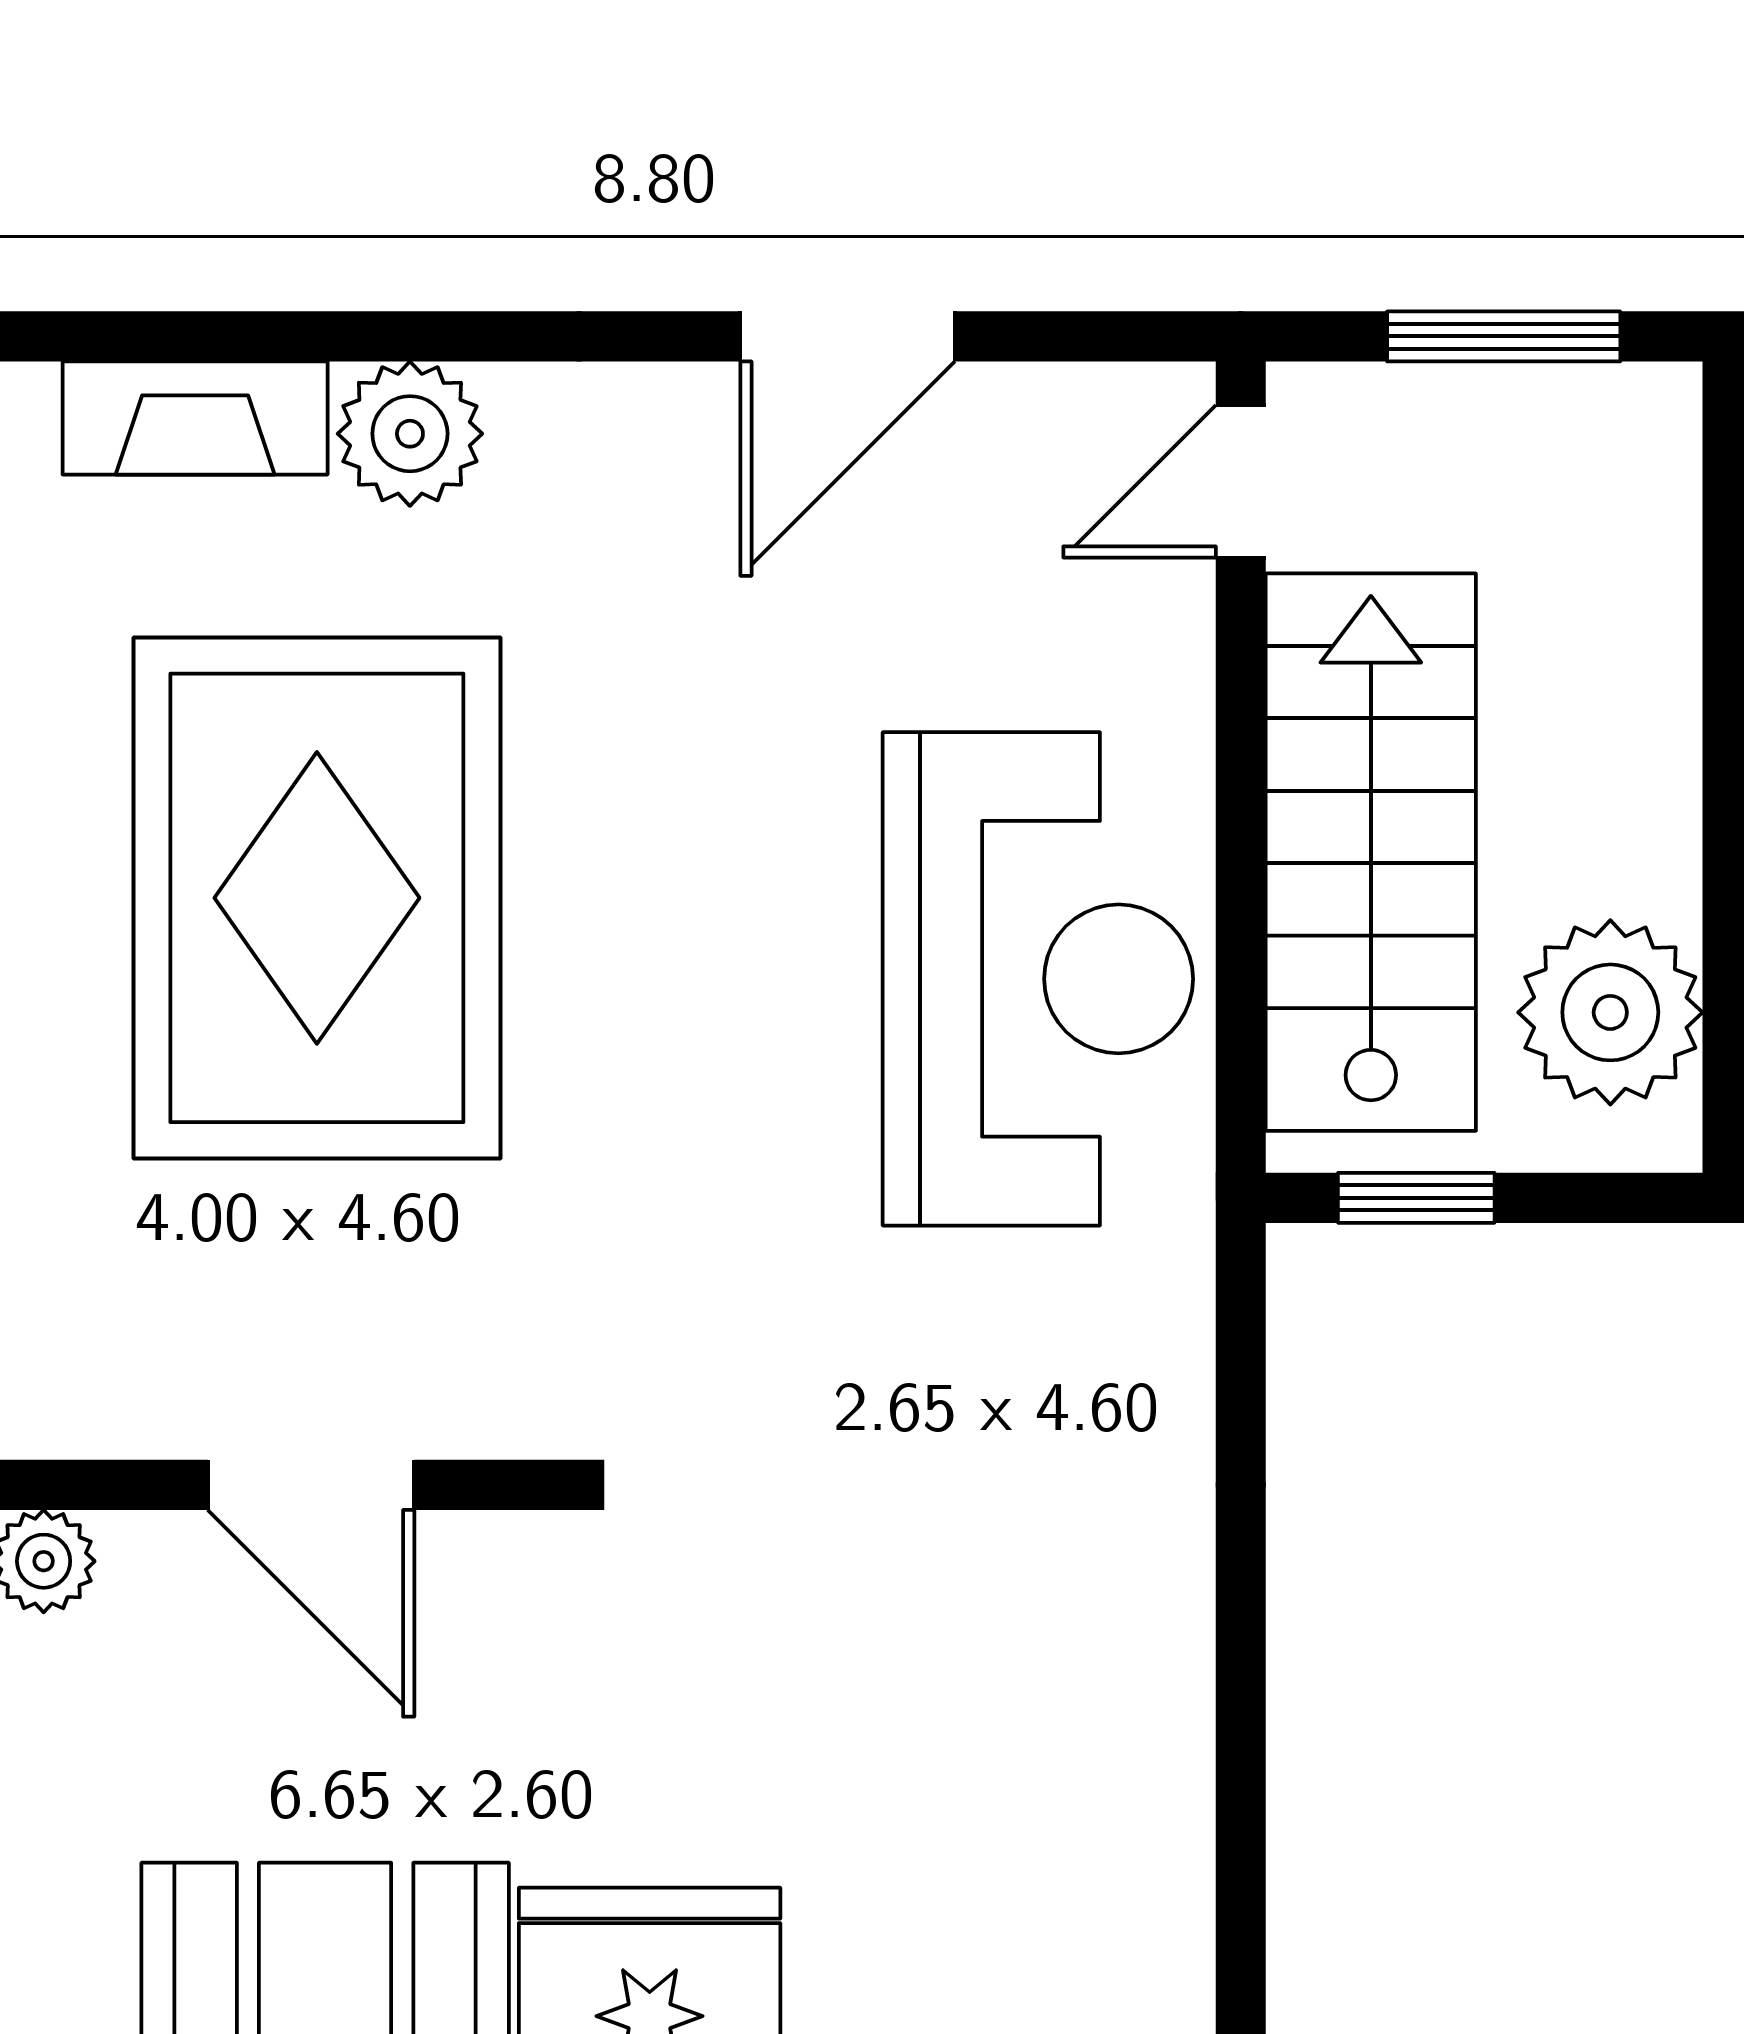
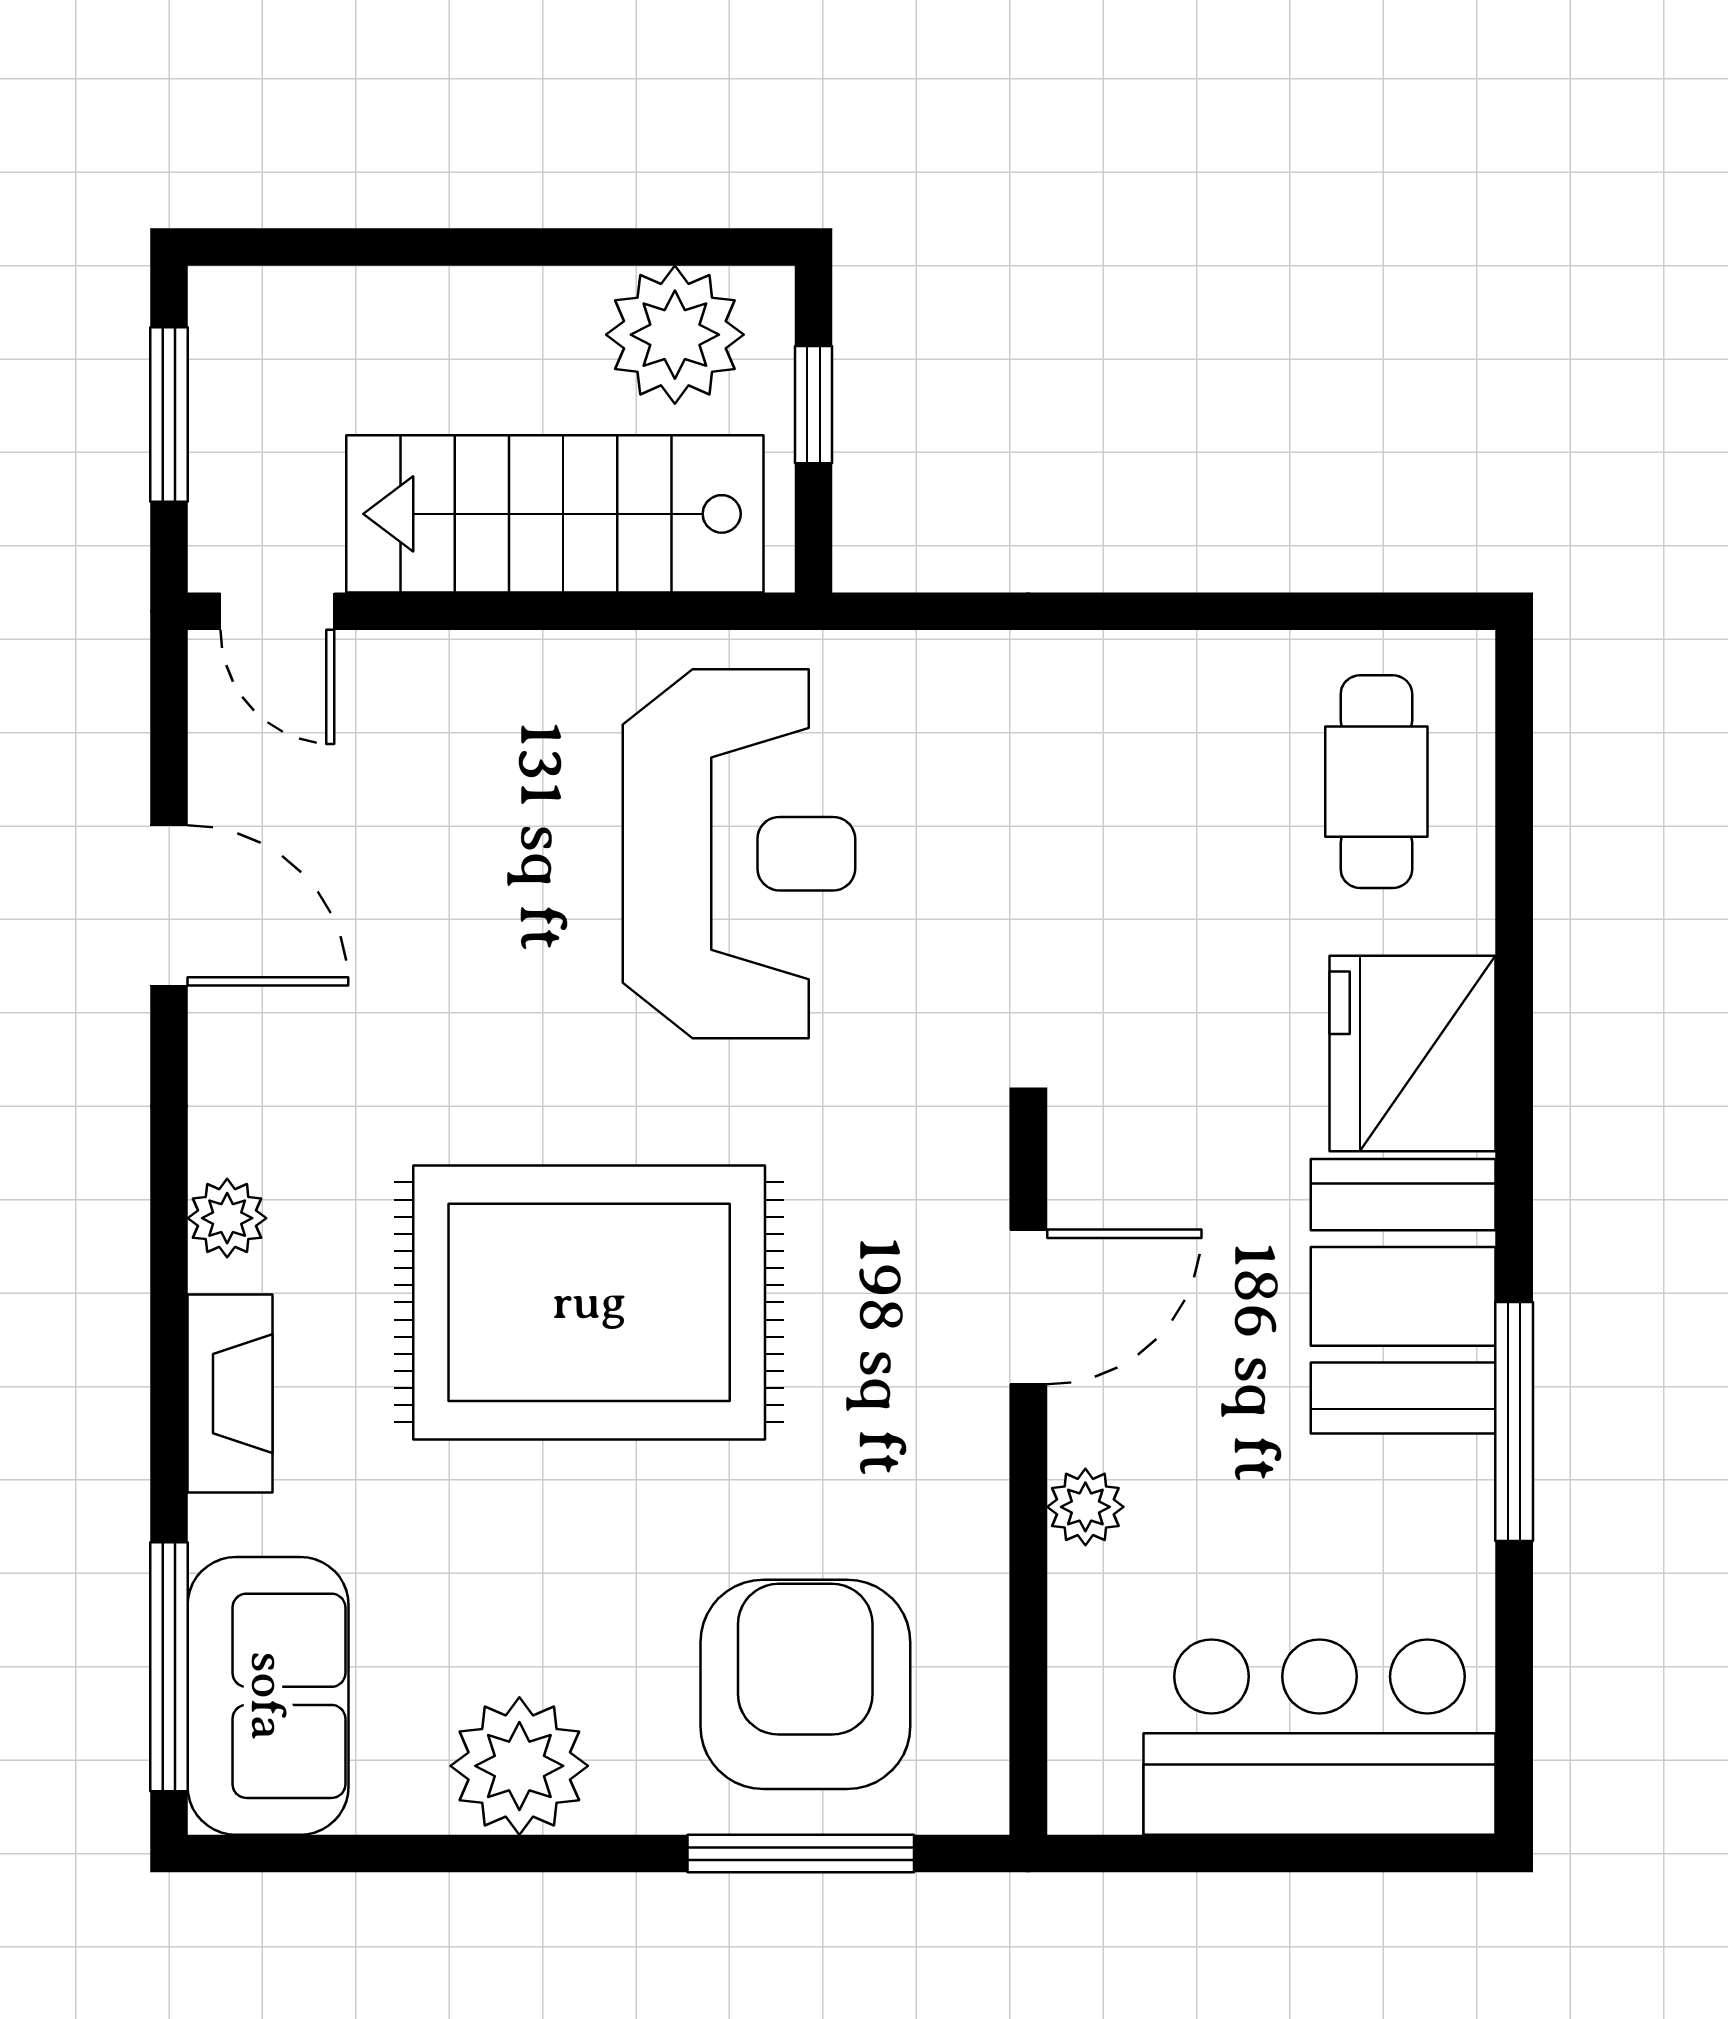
plant: (410, 434) -> (227, 1218), width x0.73, depth x0.73
reception desk: (1038, 979) -> (739, 854), moved, turned 90
window: (1416, 1198) -> (814, 405), moved
cafe table: (1013, 1950) -> (1376, 782), added

